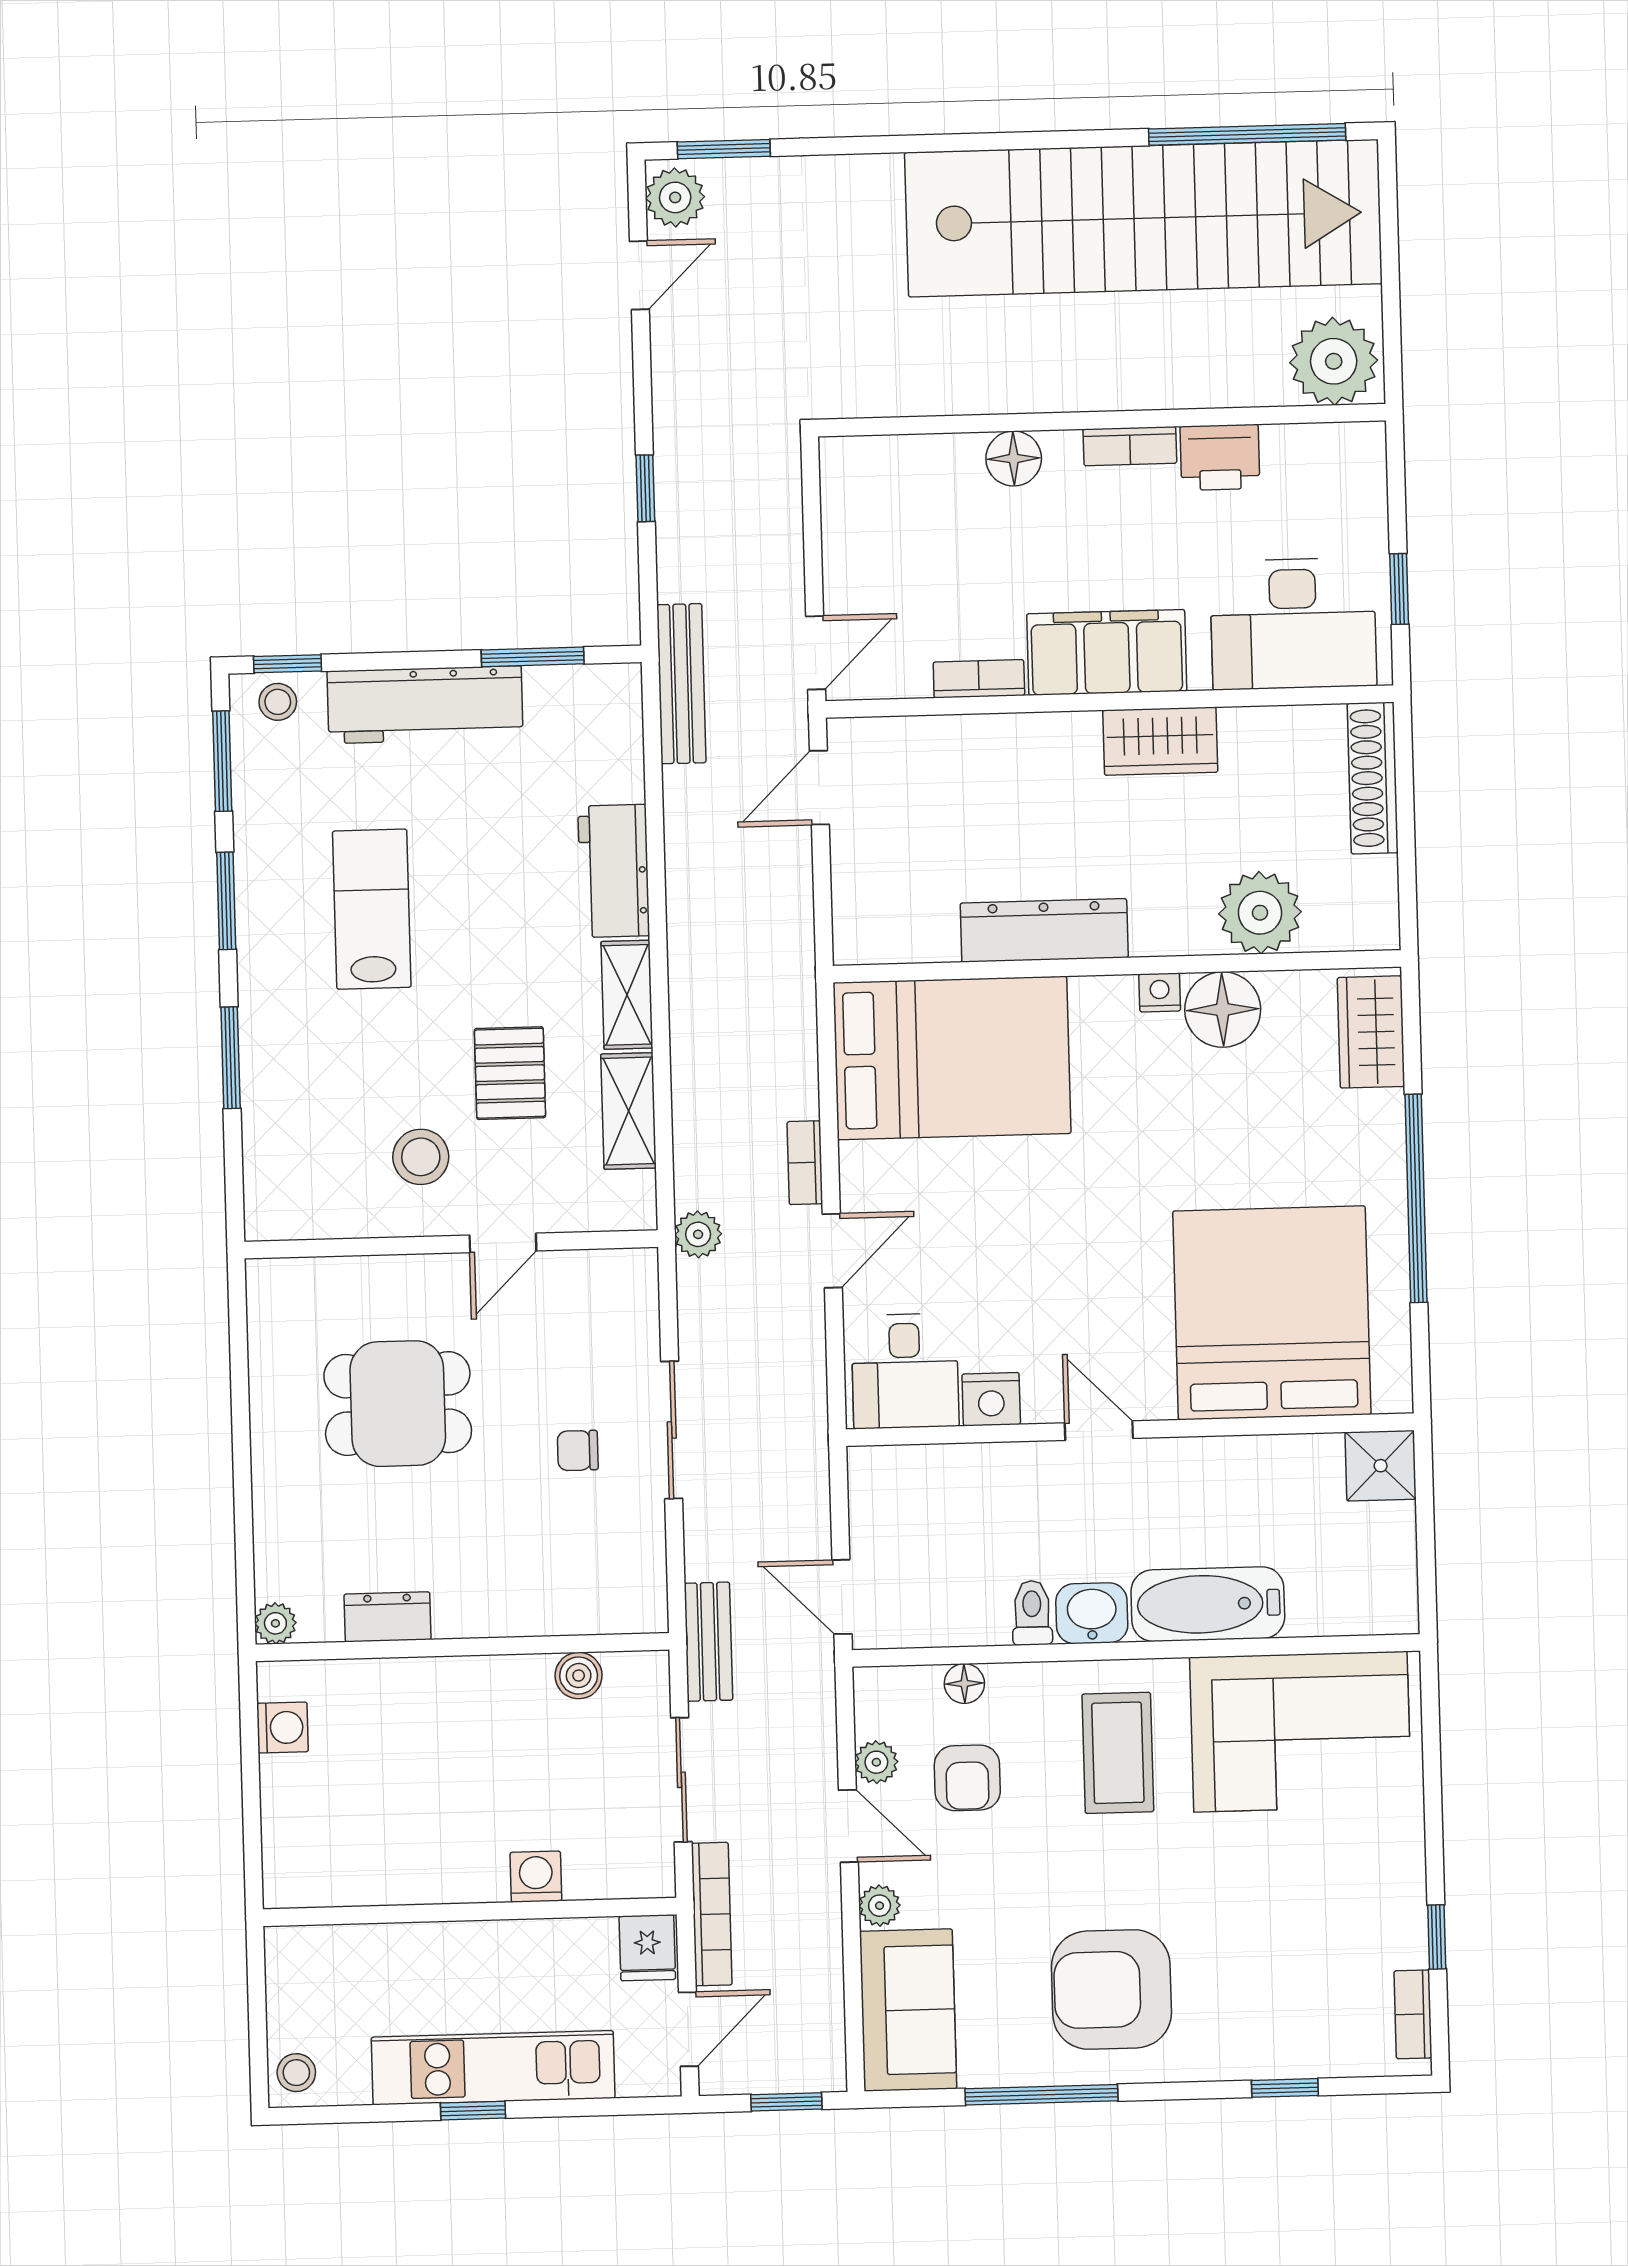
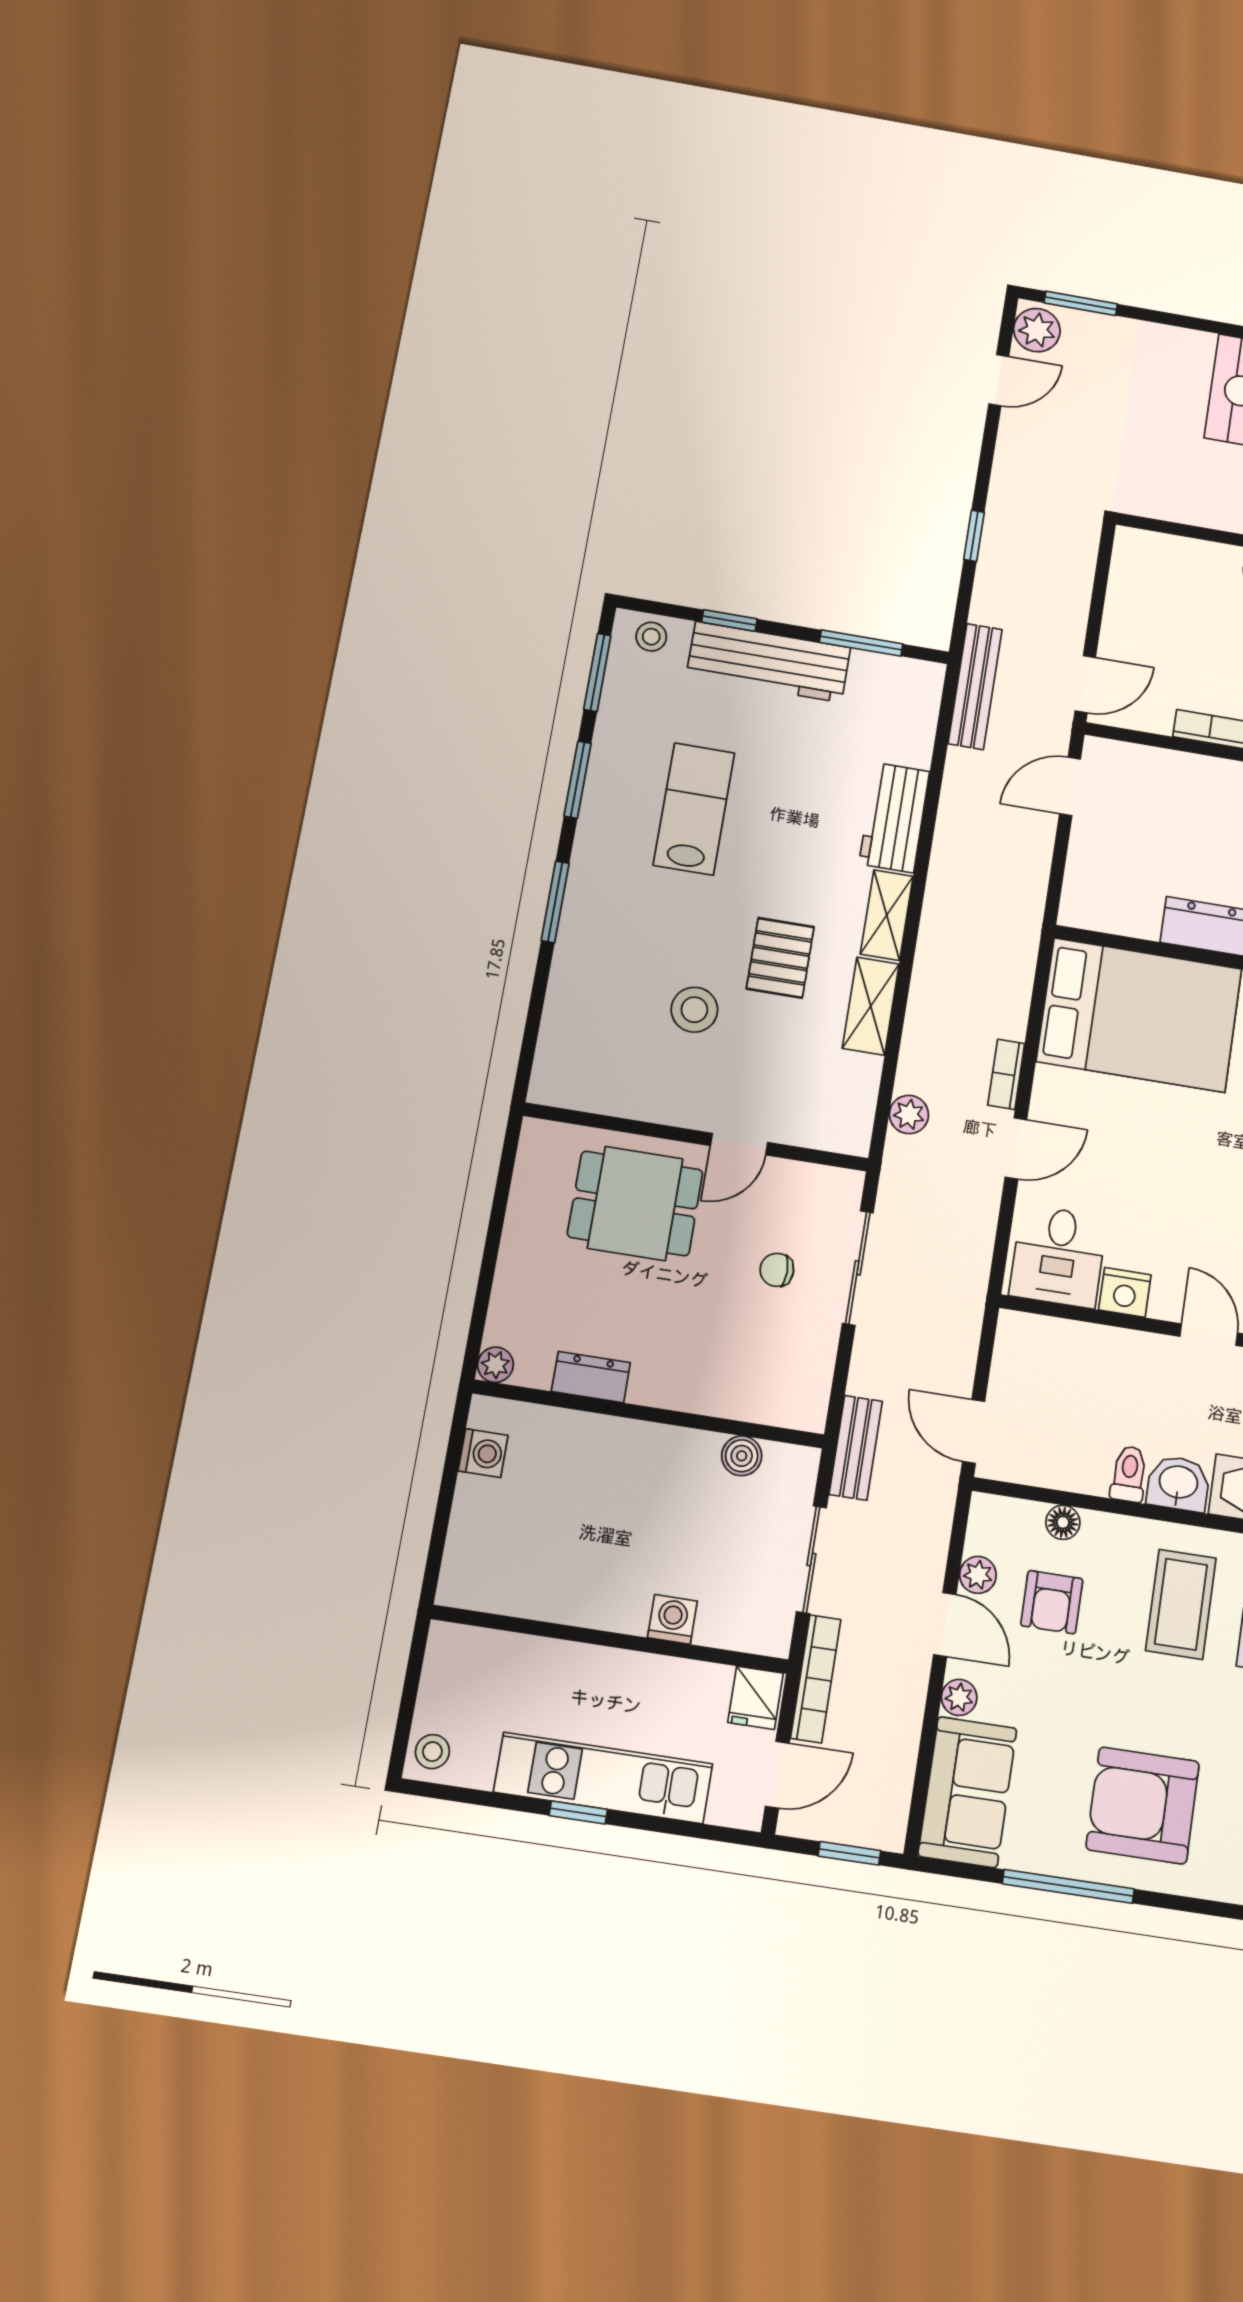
window: (288, 664) -> (729, 621), moved
door: (503, 1243) -> (739, 1144), moved
wall: (451, 1244) -> (696, 1137), moved

